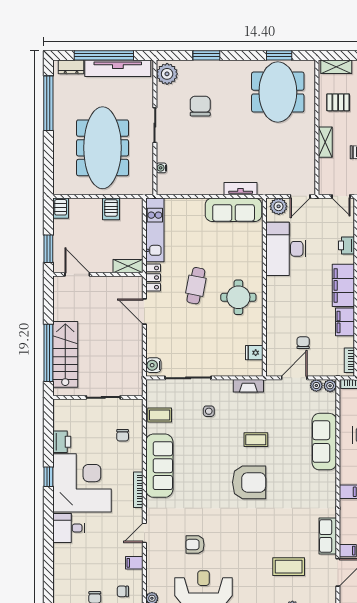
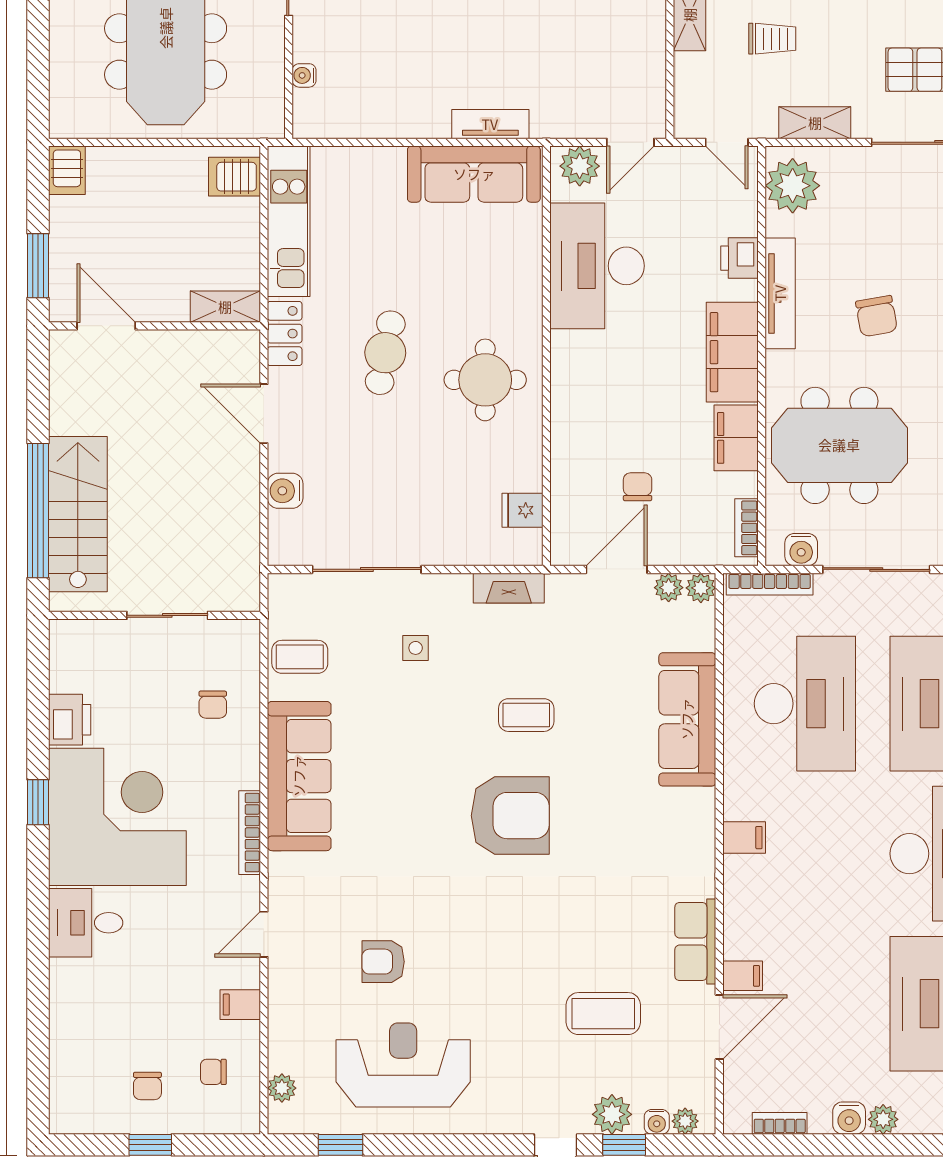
server rack: (111, 209) -> (234, 177), moved, turned 90
water cooler: (153, 365) -> (285, 491), moved

